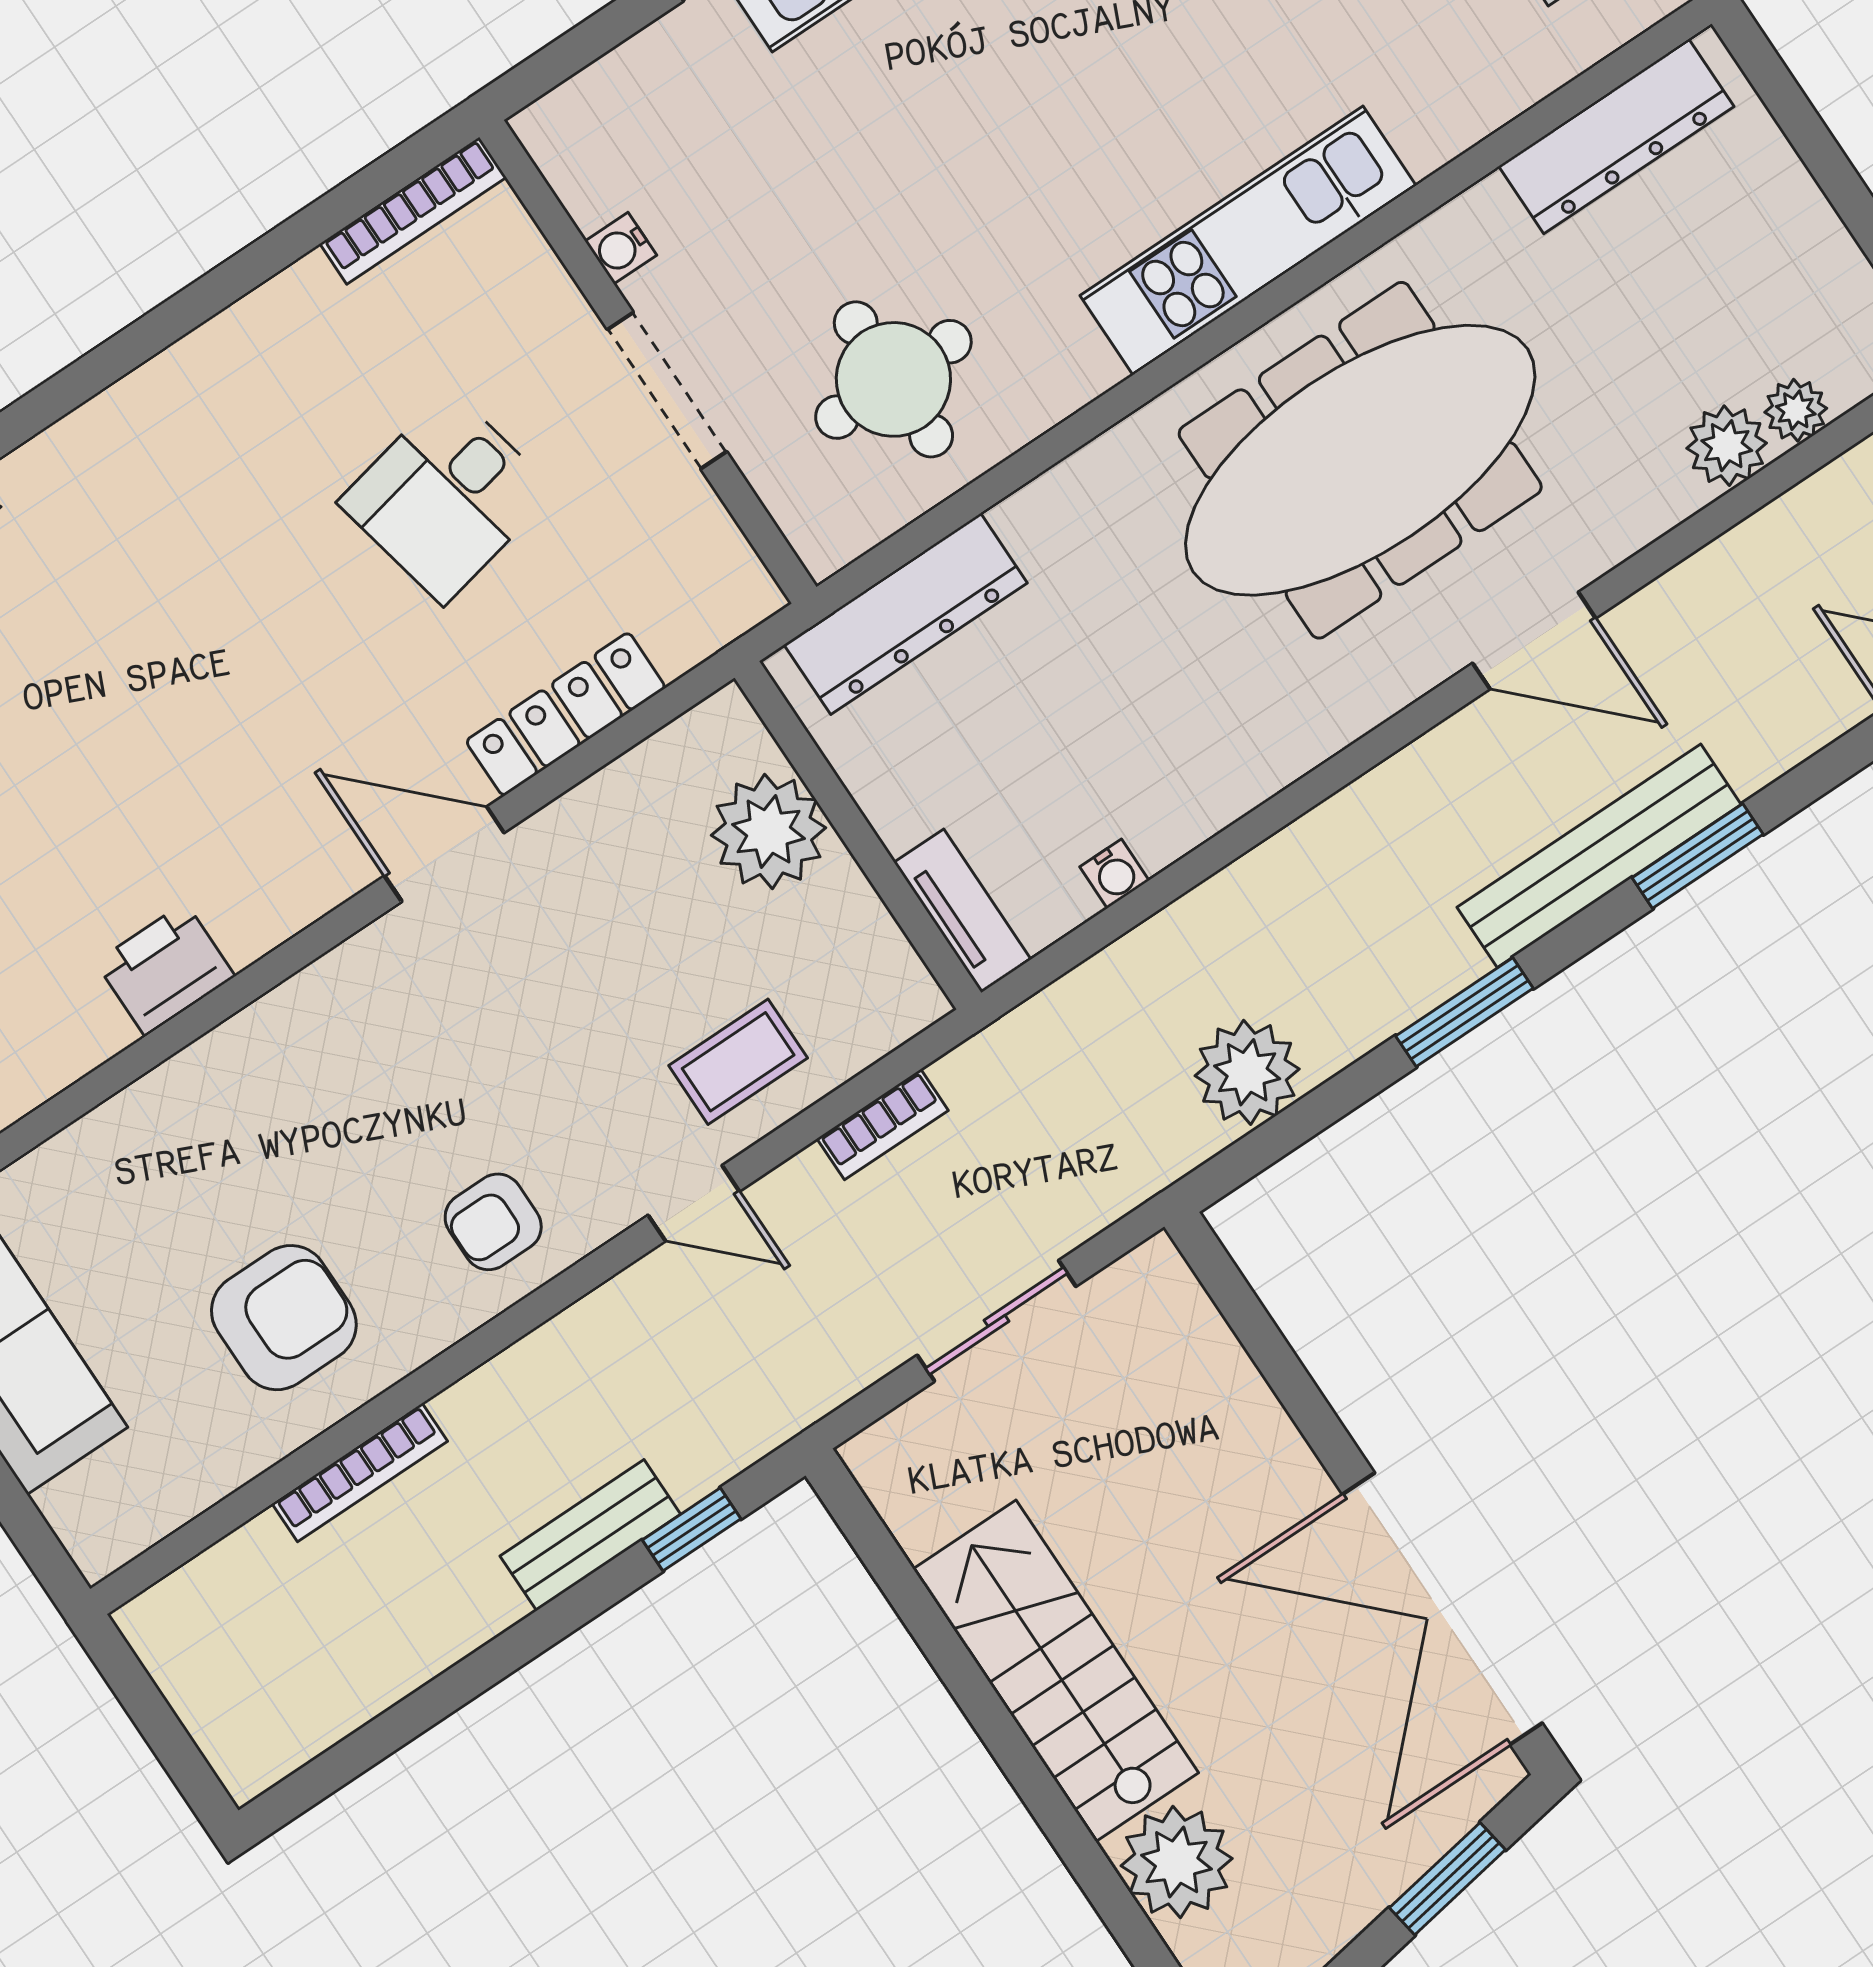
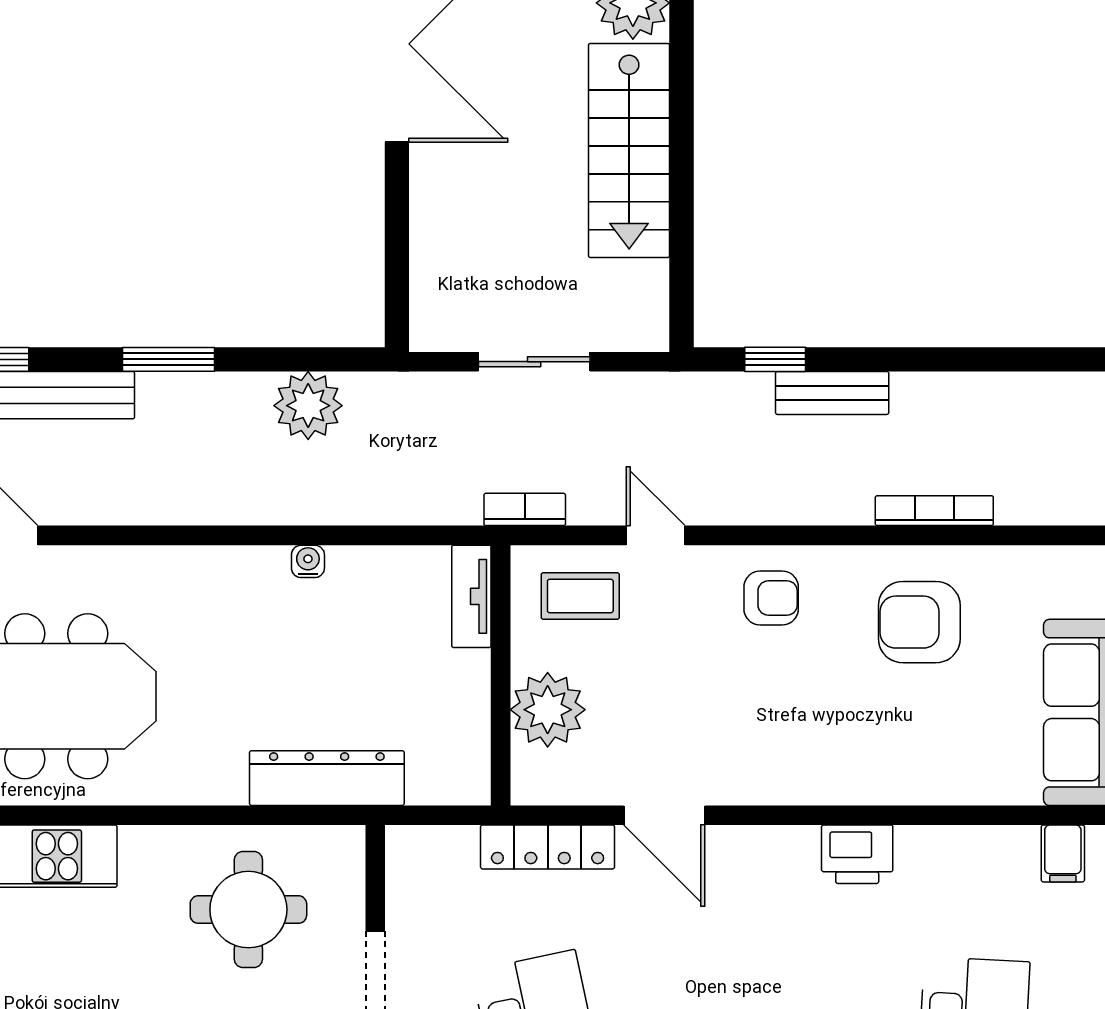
plant: (769, 832) -> (548, 710), moved
wall: (858, 835) -> (501, 675), moved
tv unit: (962, 911) -> (471, 596), moved

